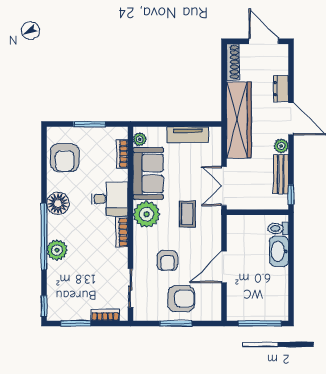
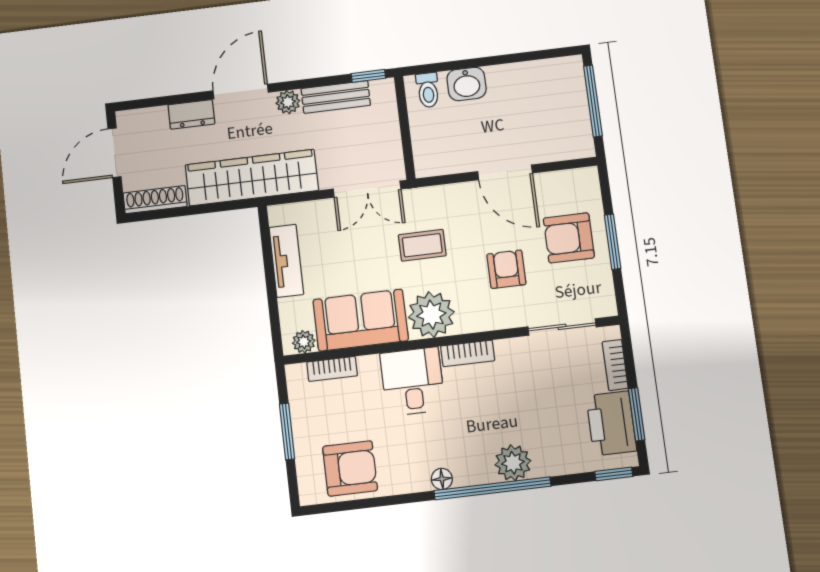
floor lamp: (58, 203) -> (442, 479), width x0.53, depth x0.53
washbasin: (279, 251) -> (467, 84), width x0.72
armchair: (167, 261) -> (506, 269), turned -90
armchair: (181, 299) -> (569, 238), turned -90
printer: (72, 308) -> (611, 423), added

